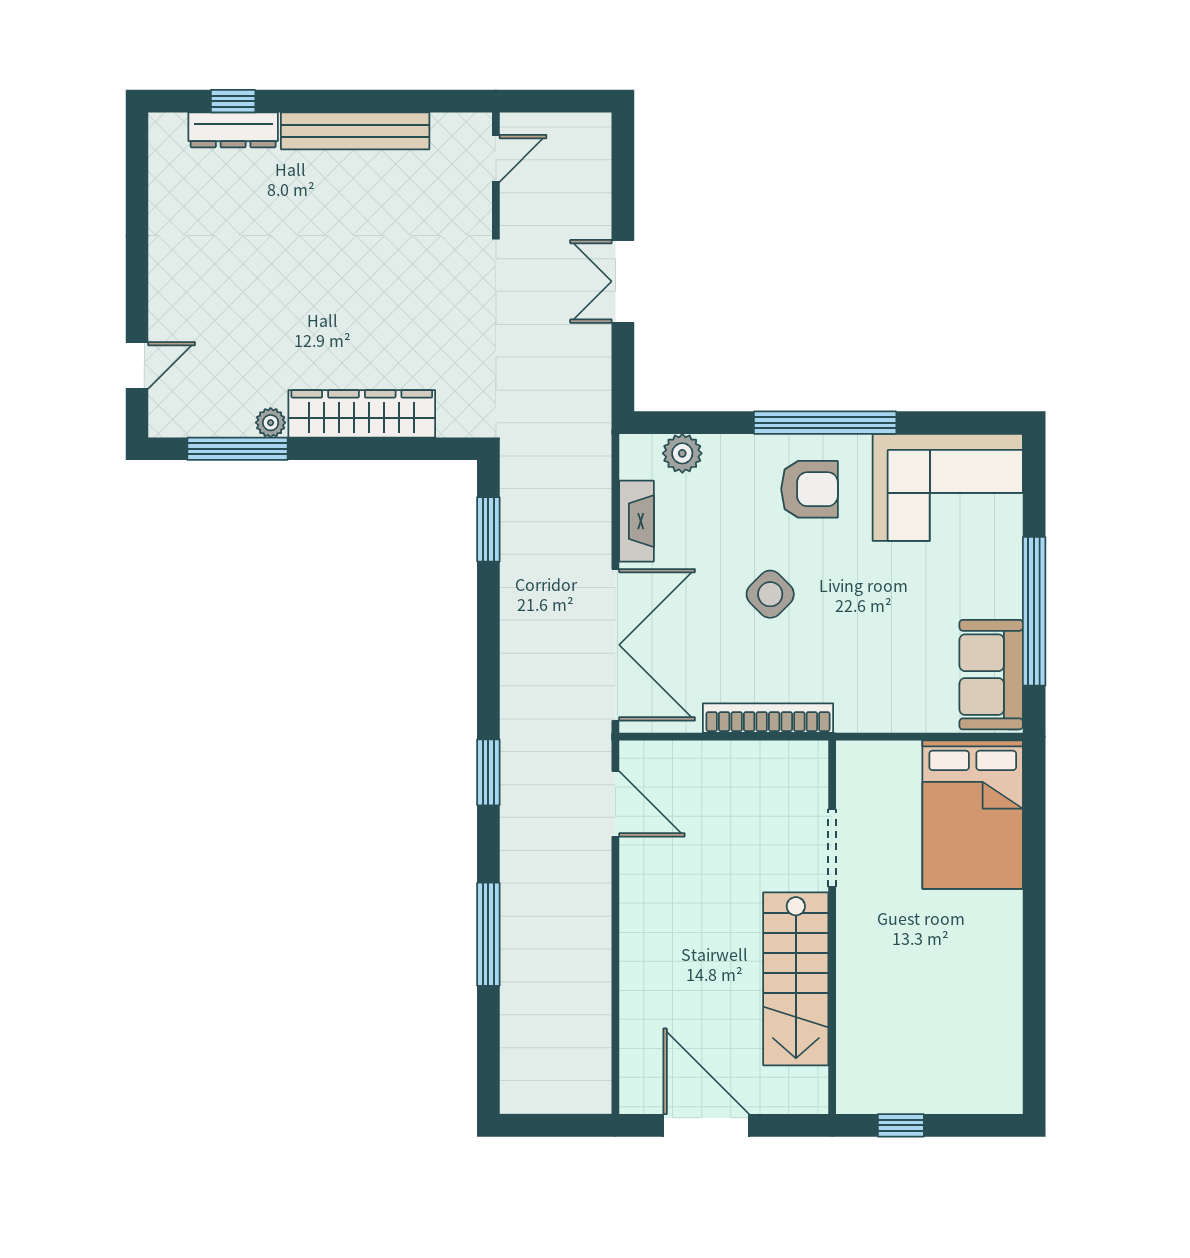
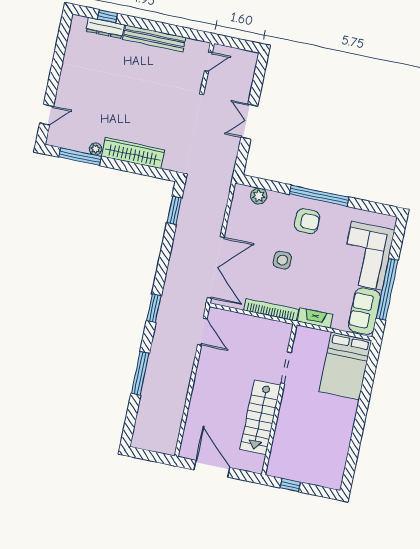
corner sofa: (948, 487) -> (367, 256), moved, turned 90
fireplace: (636, 521) -> (315, 318), moved, turned -90
side table: (770, 594) -> (282, 260), turned 45

